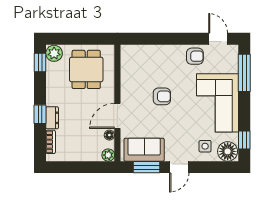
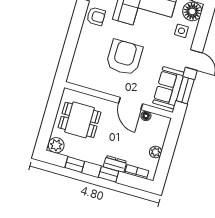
armchair: (195, 56) -> (96, 16), turned 90
window: (40, 63) -> (75, 164), moved
armchair: (162, 96) -> (124, 57), width x1.88, depth x1.88
plant: (108, 155) -> (156, 152), moved

